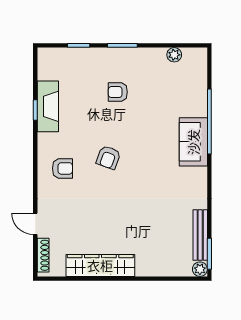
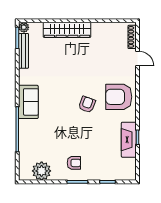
plant: (174, 55) -> (42, 171), width x1.88, depth x1.88
armchair: (118, 92) -> (74, 163), moved
sofa: (193, 142) -> (28, 102), moved
armchair: (62, 168) -> (119, 97), width x1.88, depth x1.88
wardrobe: (100, 265) -> (67, 30), moved

